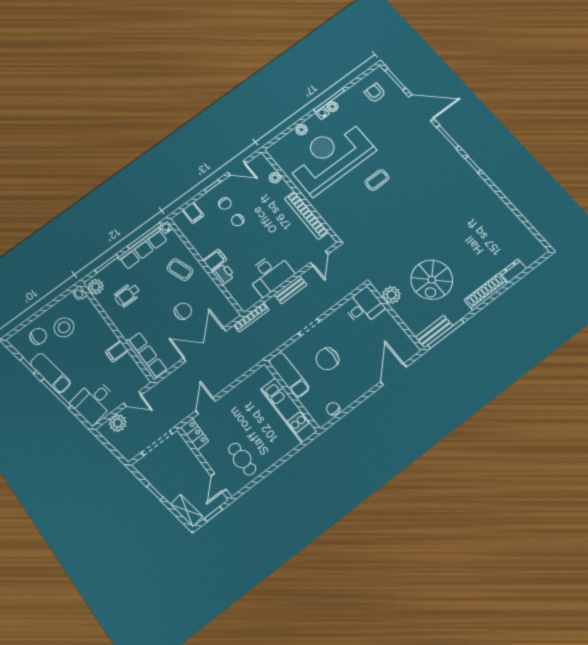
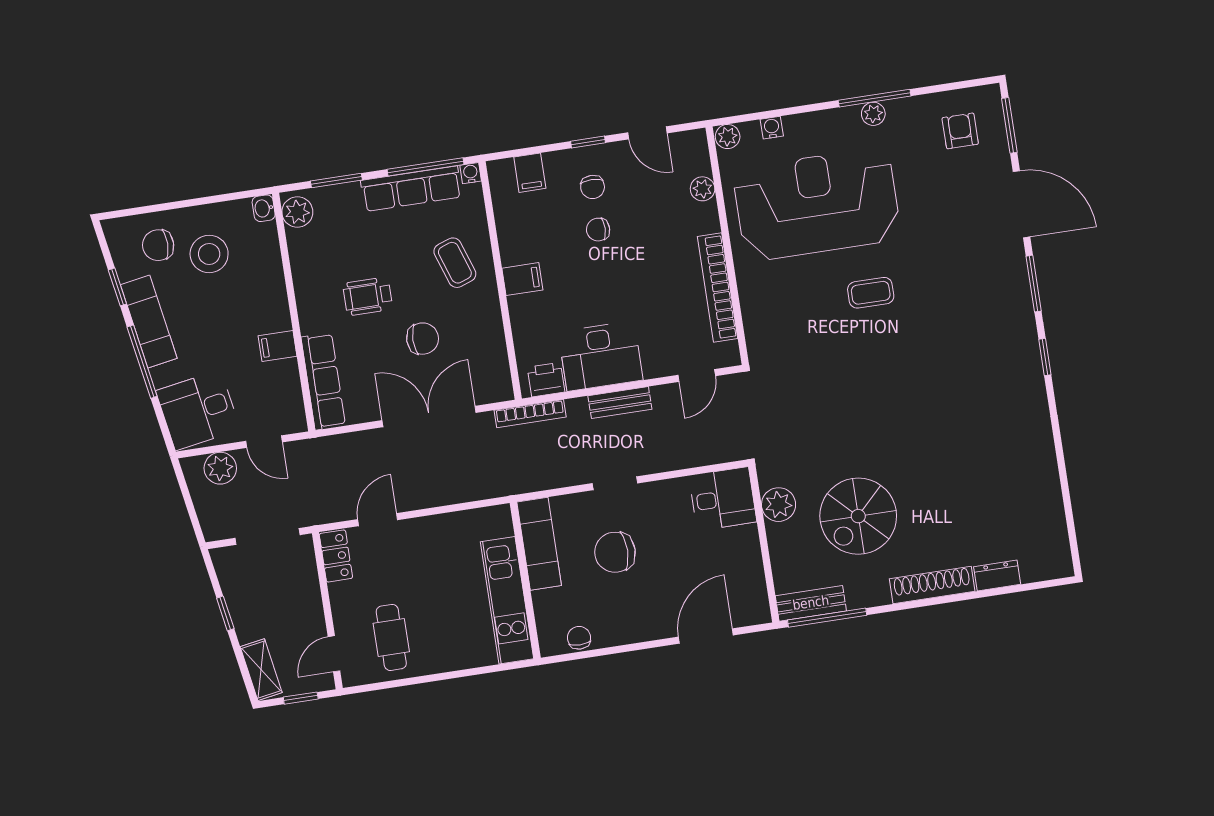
water cooler: (322, 113) -> (772, 128), moved
plant: (302, 130) -> (728, 137), moved
printer: (224, 274) -> (546, 380), moved, turned -90
wheelchair: (127, 295) -> (368, 296), moved
chair: (38, 336) -> (158, 245), turned 180

